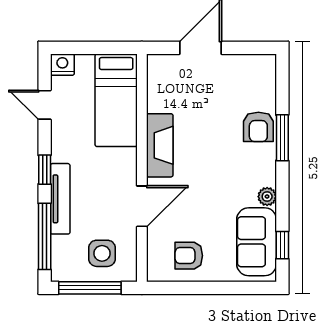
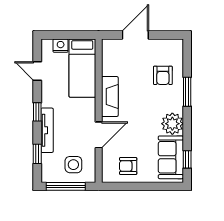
nightstand: (62, 65) -> (61, 46), moved
armchair: (258, 127) -> (163, 75), moved
plant: (267, 197) -> (172, 124), width x1.87, depth x1.87
window: (45, 236) -> (37, 154), width x0.46

